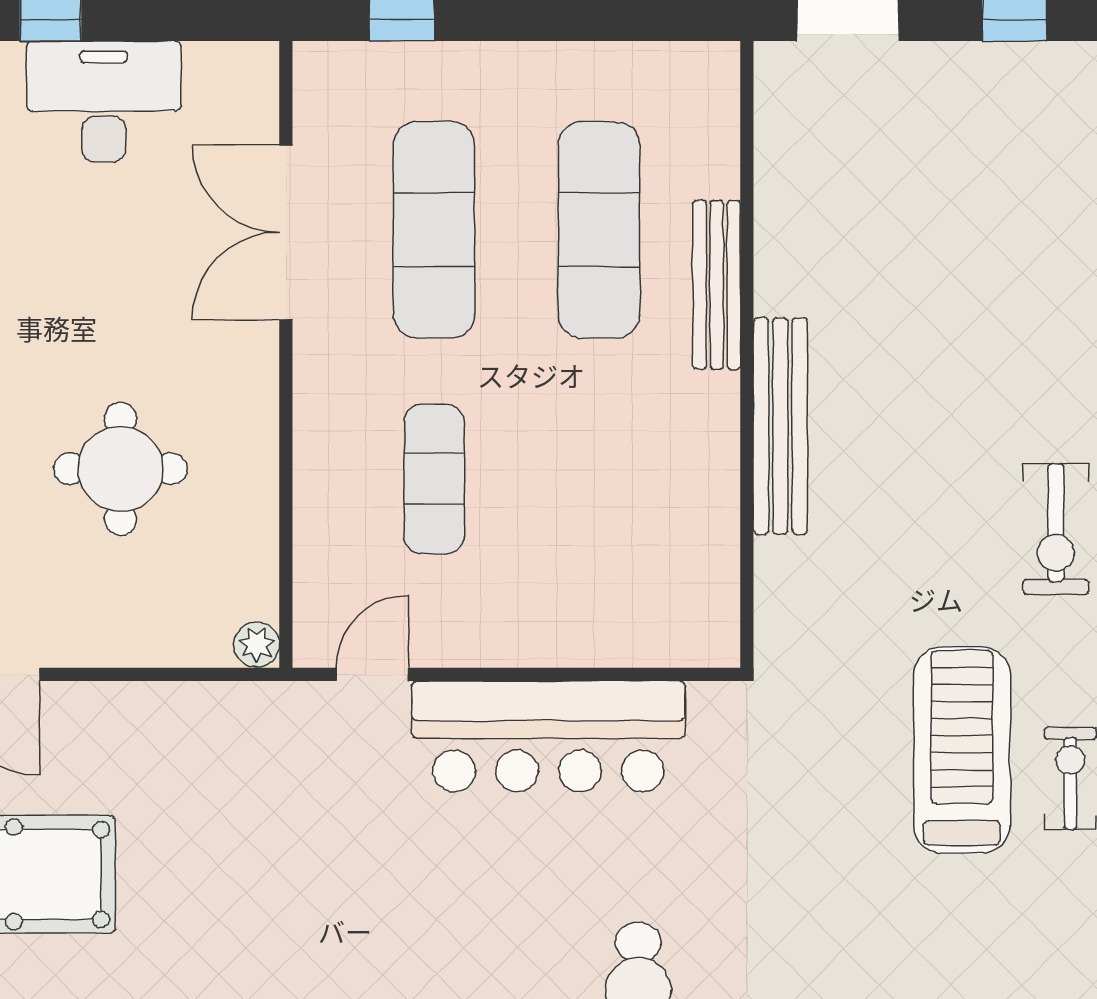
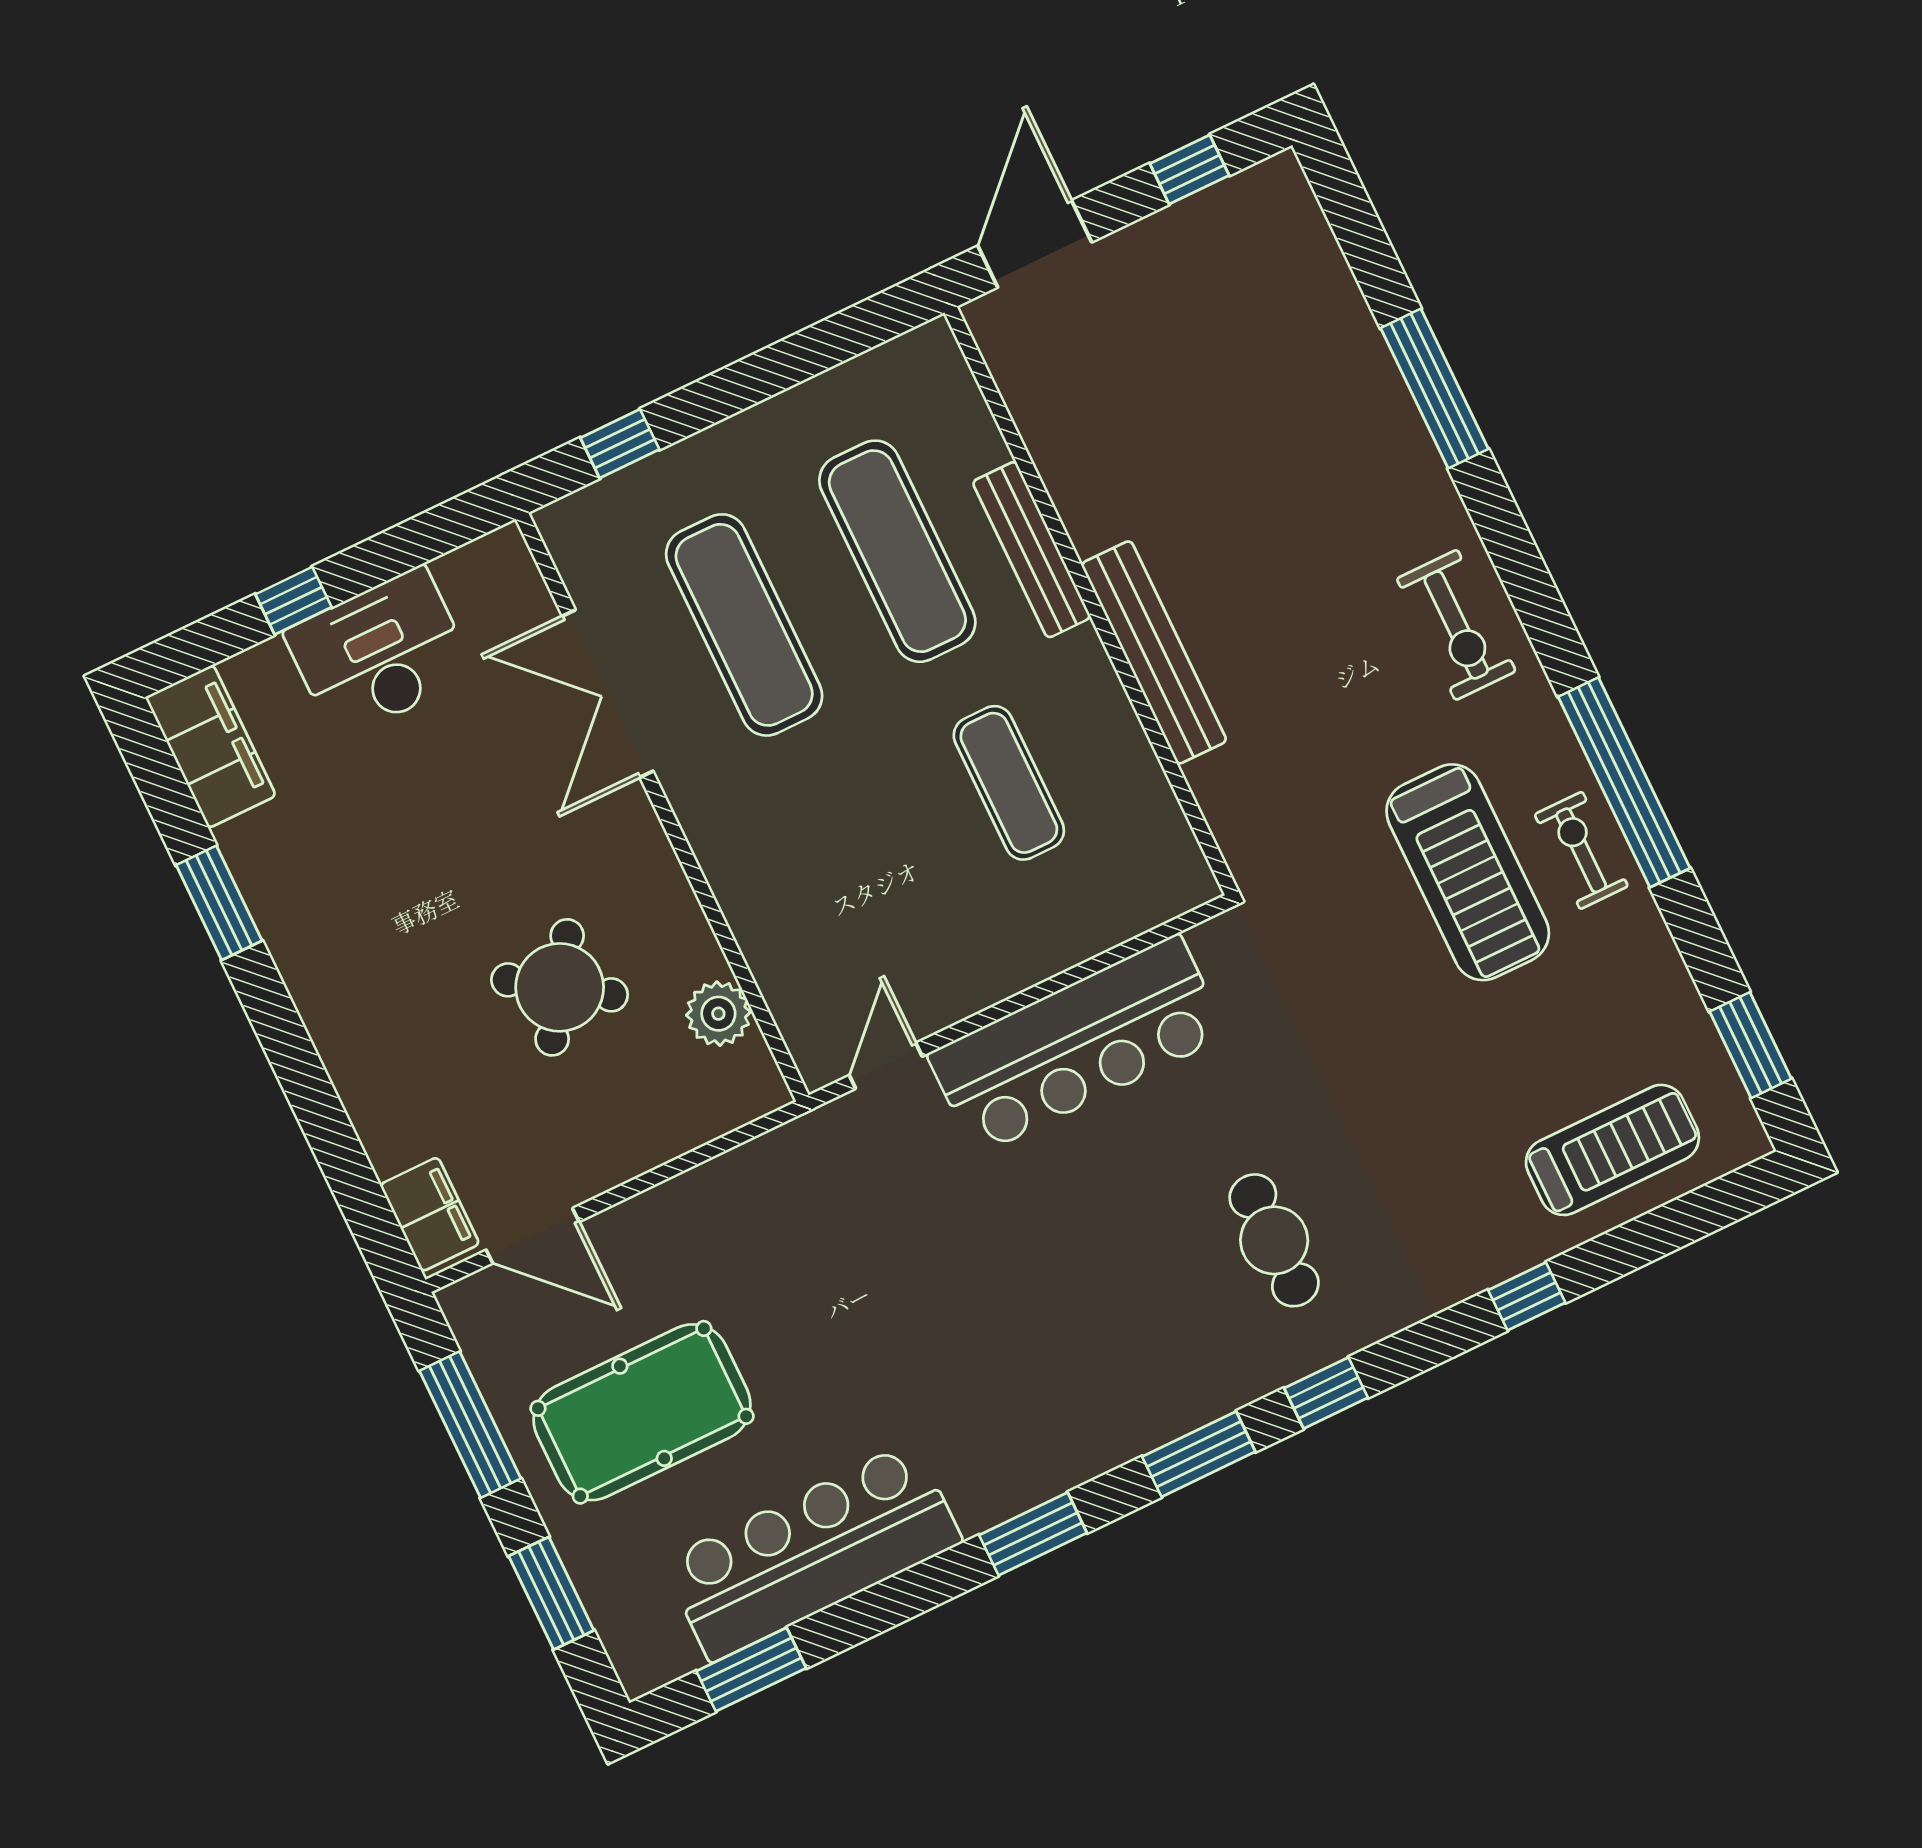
round table: (121, 469) -> (560, 987), turned 34
exercise mat: (434, 479) -> (1009, 783), moved
plant: (257, 645) -> (718, 1014), moved, width x1.38, depth x1.38
treadmill: (962, 750) -> (1468, 872), turned 180

